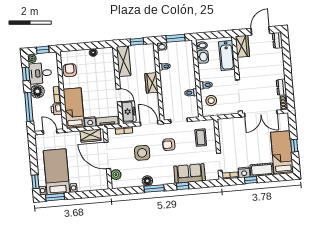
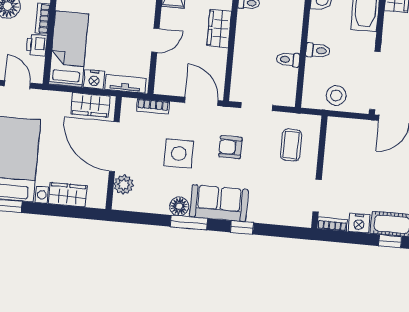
door: (119, 95) -> (155, 40), hinge flipped
stool: (211, 101) -> (336, 95), moved
freezer: (129, 112) -> (168, 73), removed
sofa: (190, 173) -> (219, 203), moved
window: (251, 180) -> (390, 241), moved
wardrobe: (87, 185) -> (68, 195), added

